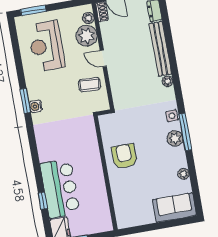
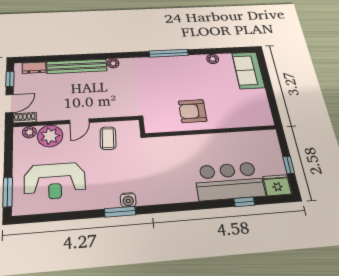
side table: (172, 116) -> (151, 63), removed
plant: (175, 138) -> (175, 63), removed

